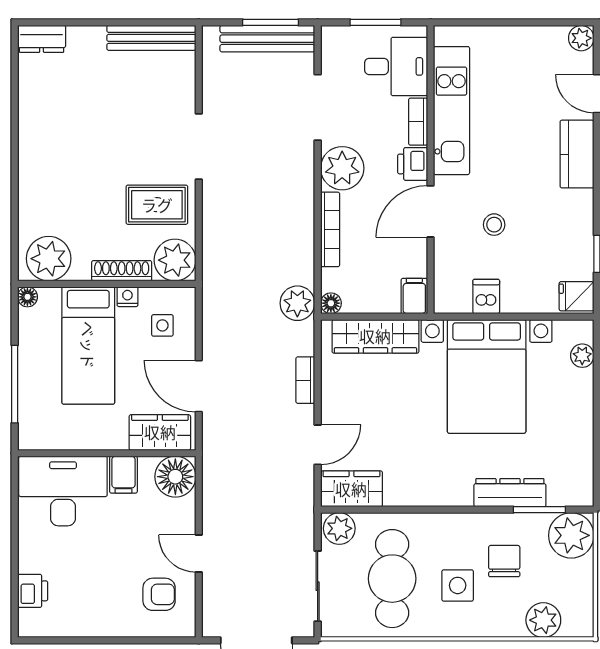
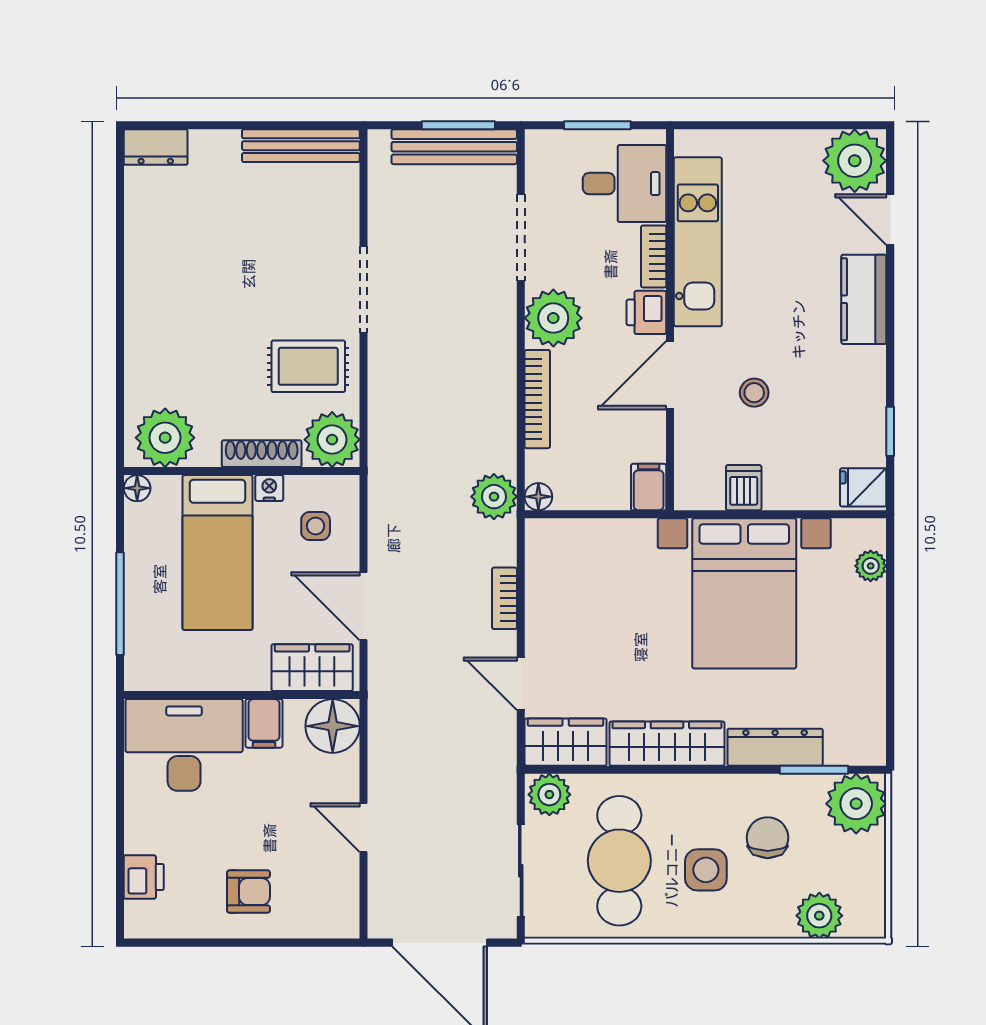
plant: (581, 38) -> (855, 161), width x1.88, depth x1.88
wardrobe: (375, 336) -> (667, 744), moved, turned 180
door: (318, 445) -> (521, 684), swing flipped
armchair: (159, 594) -> (249, 892), moved

